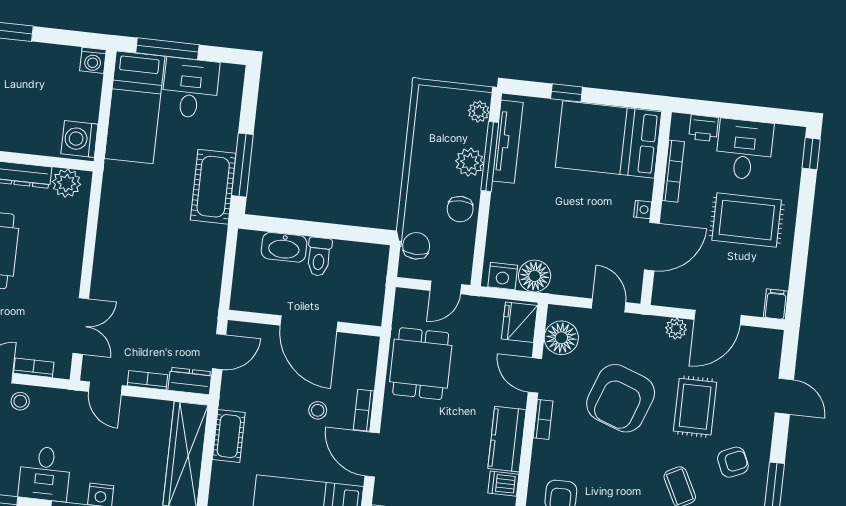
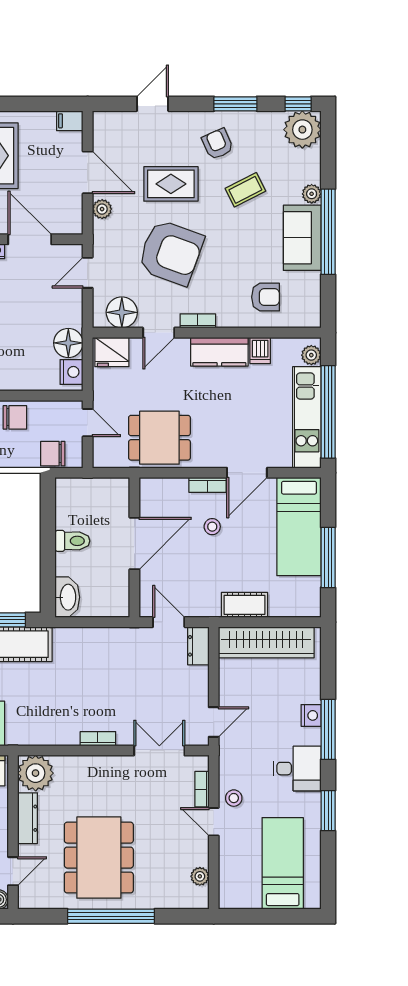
plant: (67, 183) -> (36, 773), width x1.36, depth x1.36
washbasin: (284, 247) -> (67, 597), moved
bookcase: (147, 380) -> (98, 739), moved, turned 90

